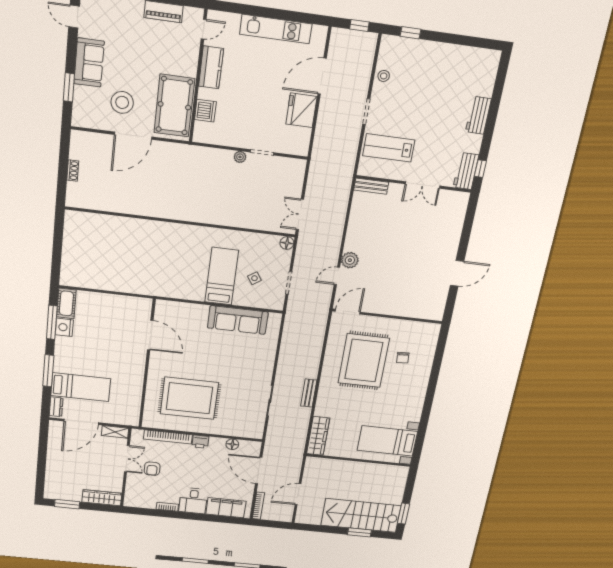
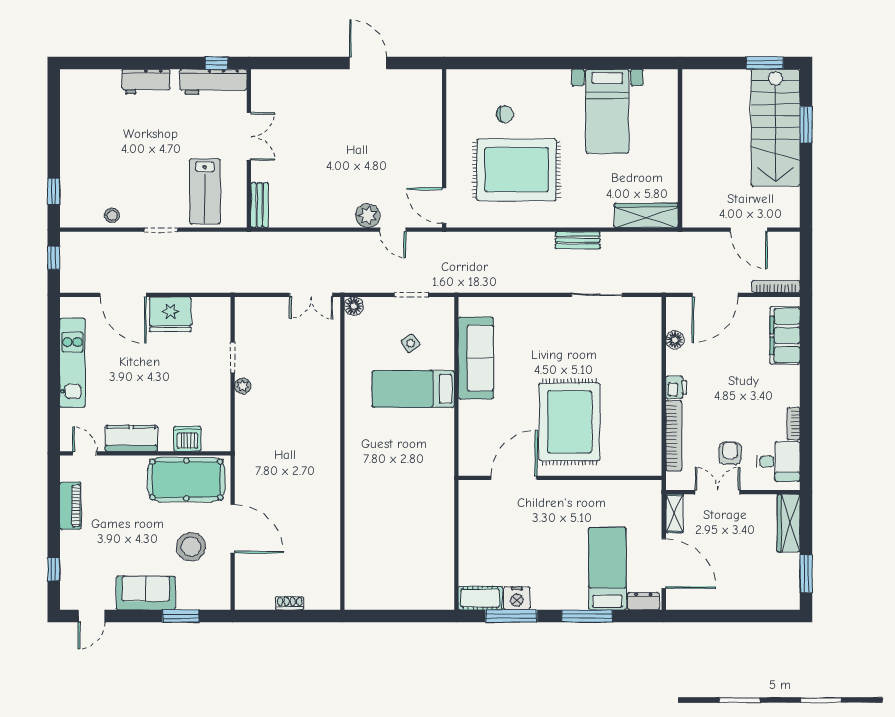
workbench: (466, 171) -> (213, 82), width x1.38
rug: (189, 398) -> (570, 422), moved
bed with nightstands: (387, 441) -> (607, 111), moved
armchair: (152, 469) -> (730, 453), turned -90
desk: (193, 501) -> (778, 461), moved

